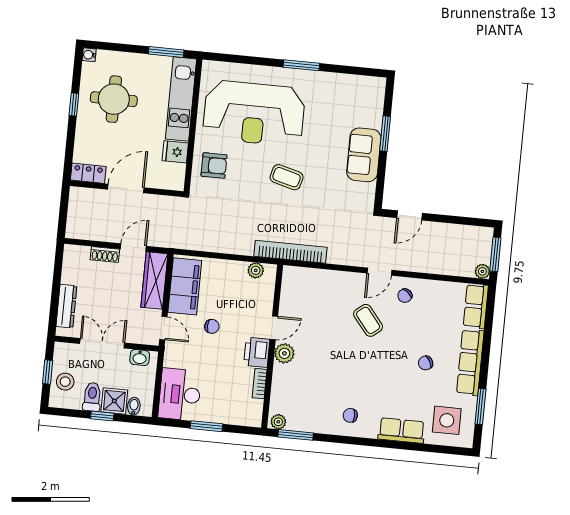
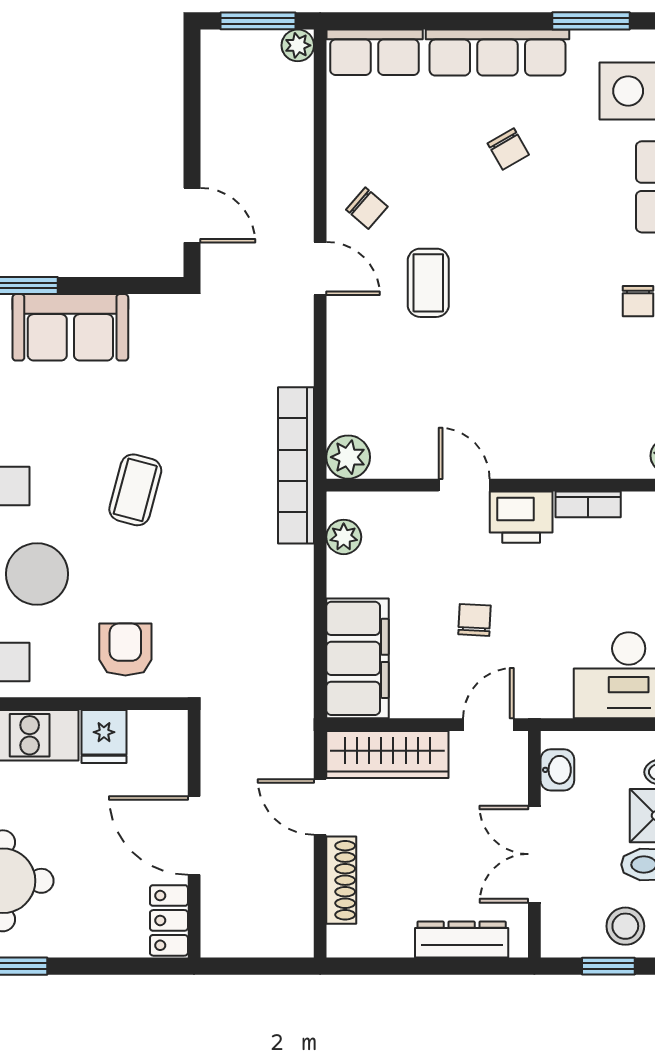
shoe rack: (105, 254) -> (341, 880), width x1.43
filing cabinet: (185, 286) -> (357, 658), moved, turned 90
coffee table: (368, 320) -> (428, 283), turned -51
plant: (284, 353) -> (348, 457), moved

